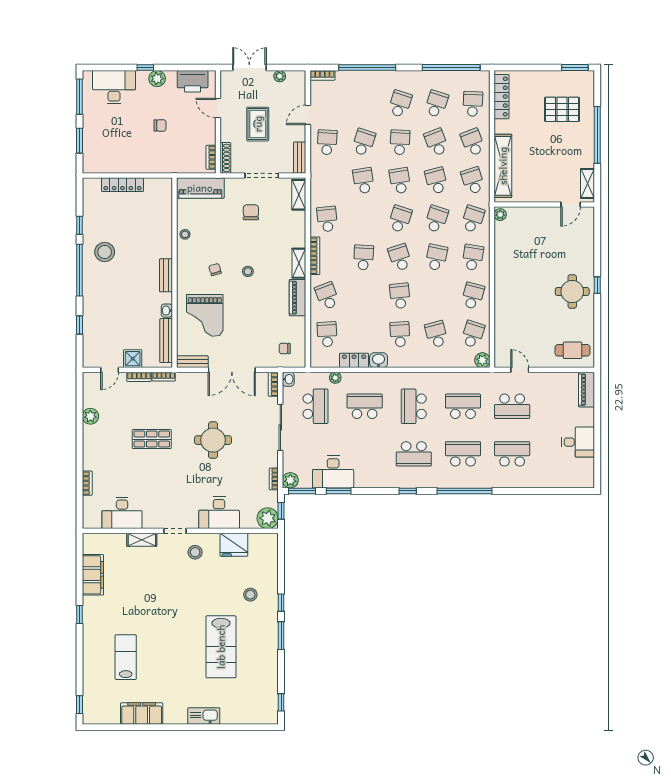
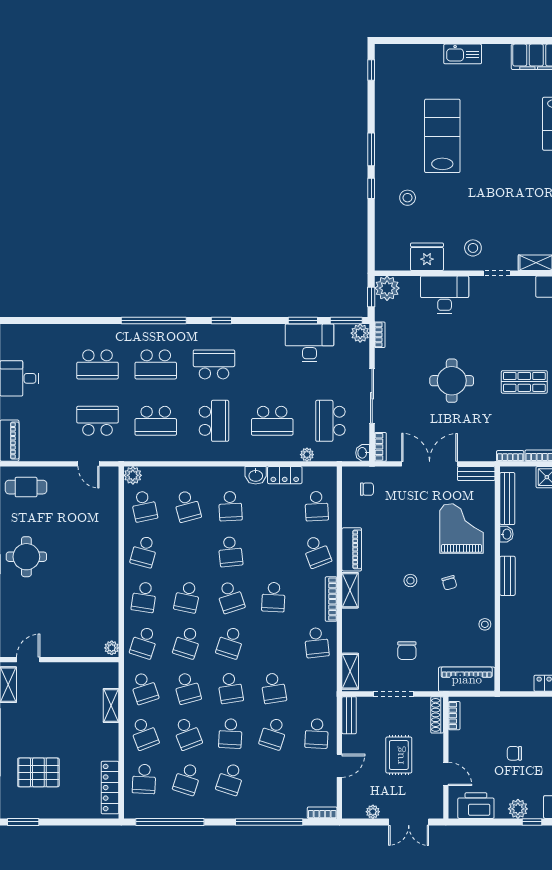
shelving: (503, 166) -> (111, 706), width x0.45, depth x0.75
school desk: (473, 334) -> (144, 506), turned -30

